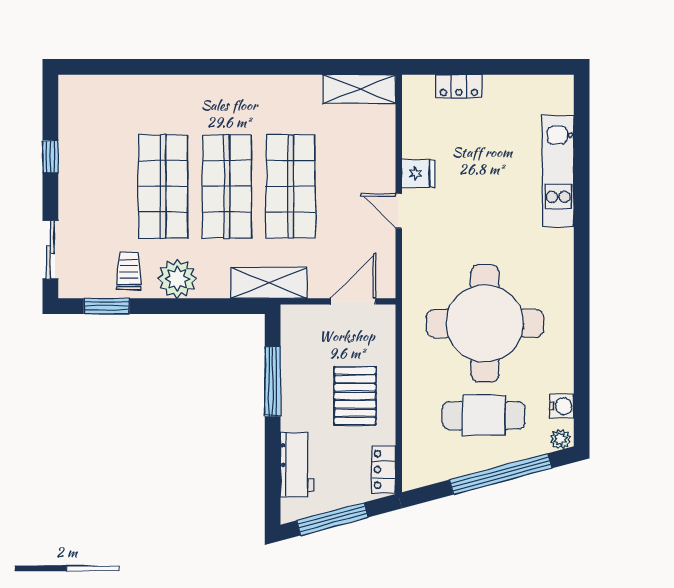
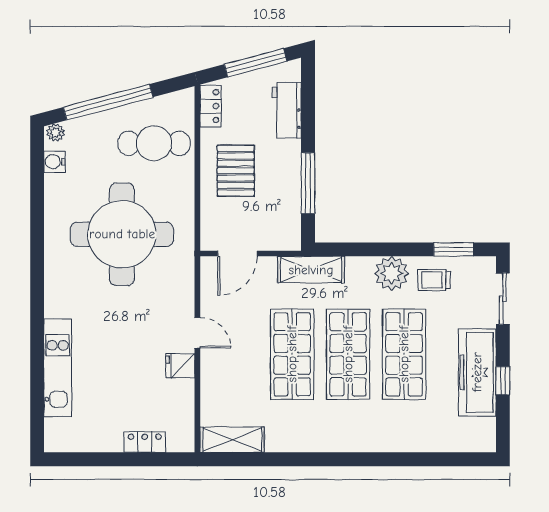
freezer: (80, 166) -> (477, 372), added
trolley: (129, 271) -> (434, 280), turned 90
cafe table: (484, 415) -> (154, 143), moved

